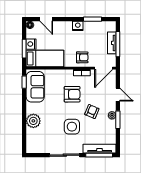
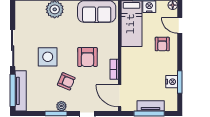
door: (46, 19) -> (180, 25), hinge flipped
nightstand: (78, 26) -> (172, 82), moved
armchair: (82, 57) -> (162, 44), moved

